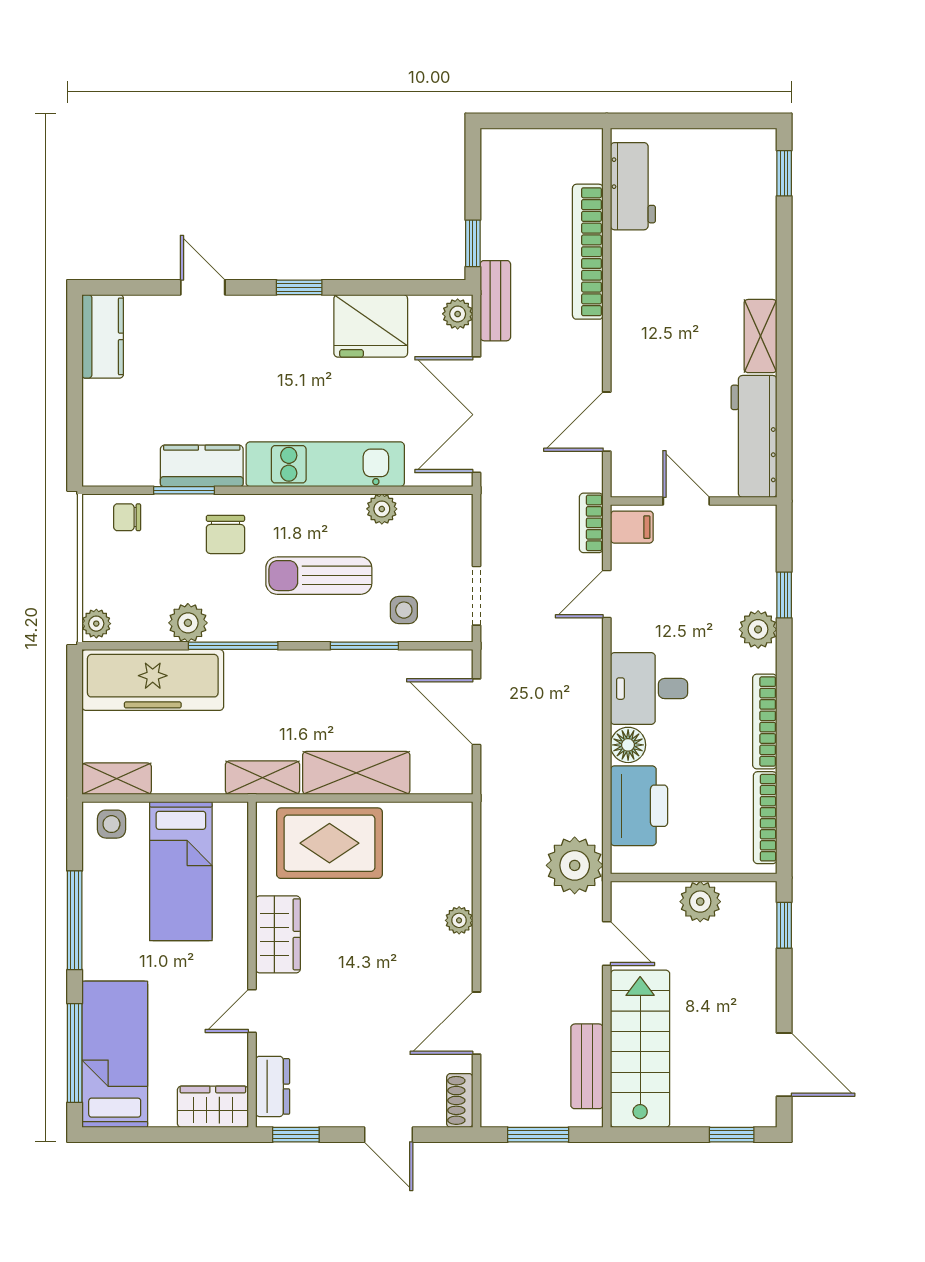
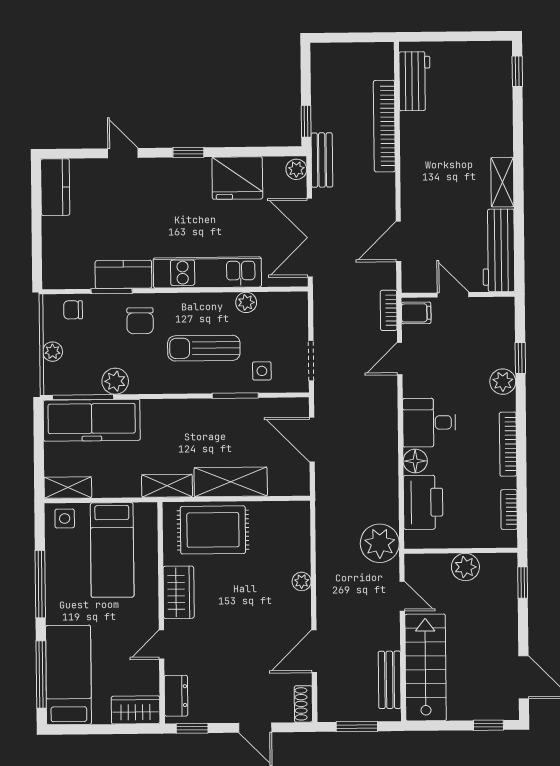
plant: (96, 624) -> (53, 352), moved
window: (233, 646) -> (83, 397), moved
bookcase: (765, 818) -> (509, 510), width x0.64

